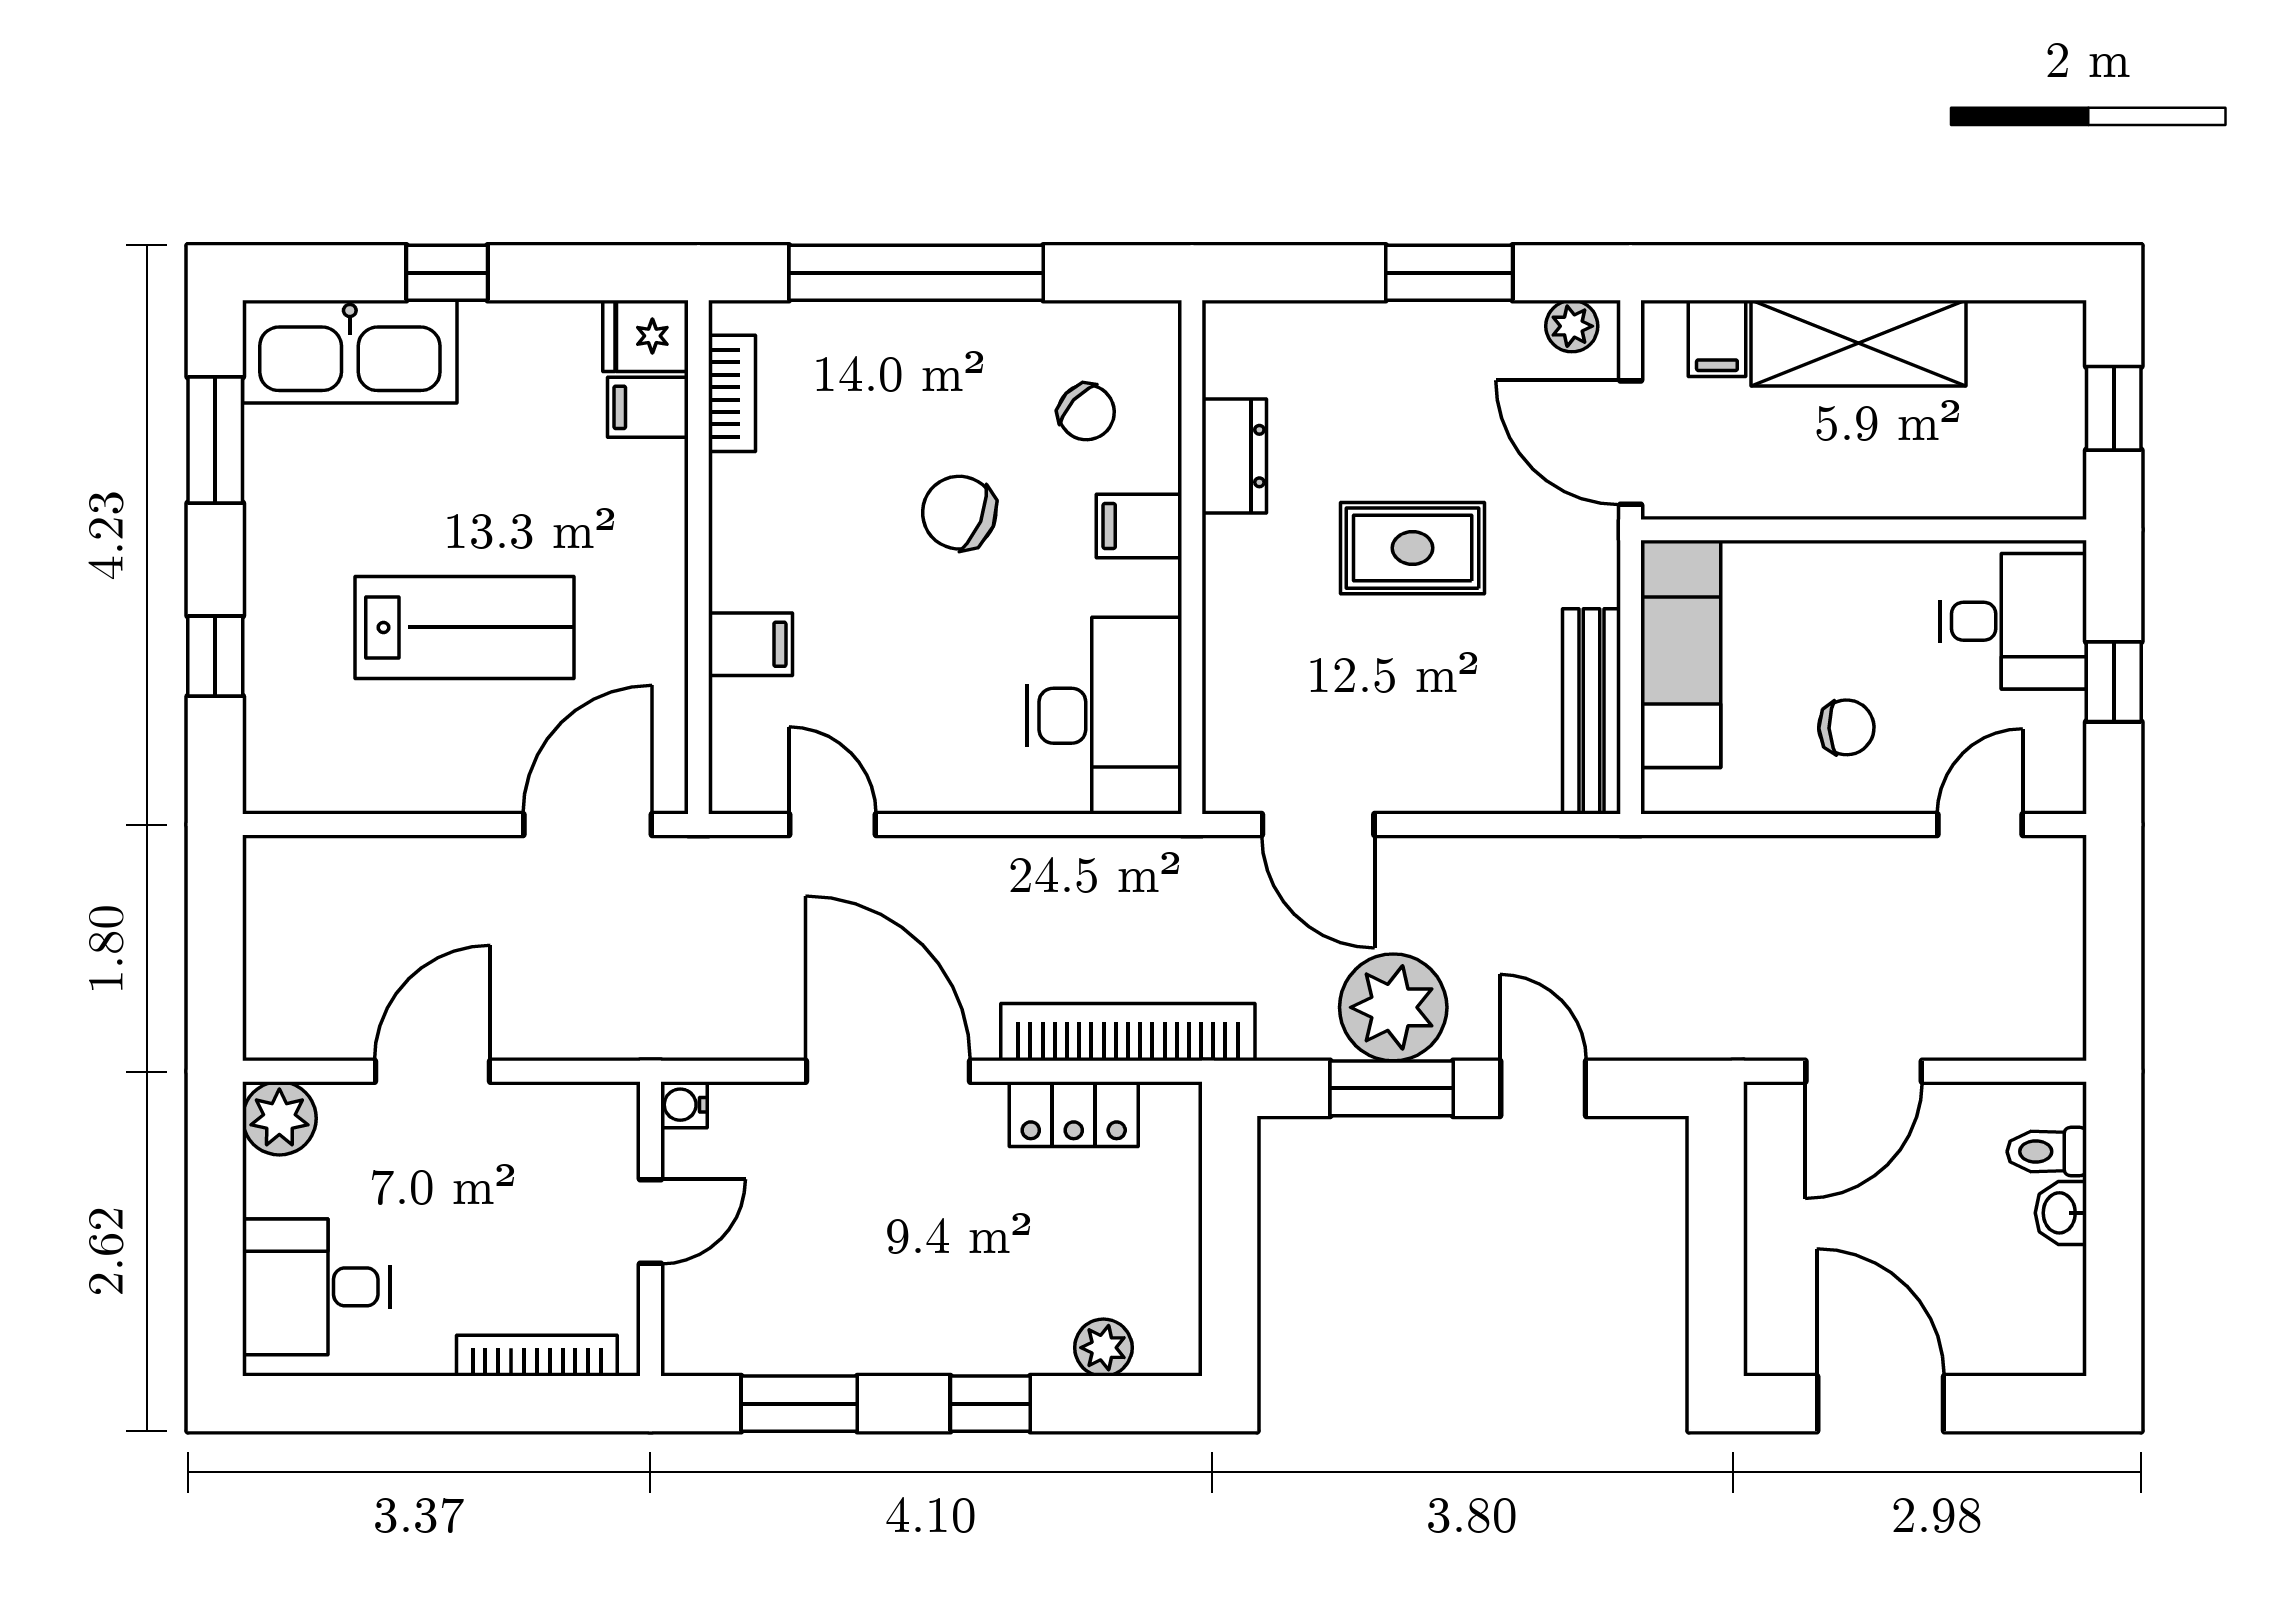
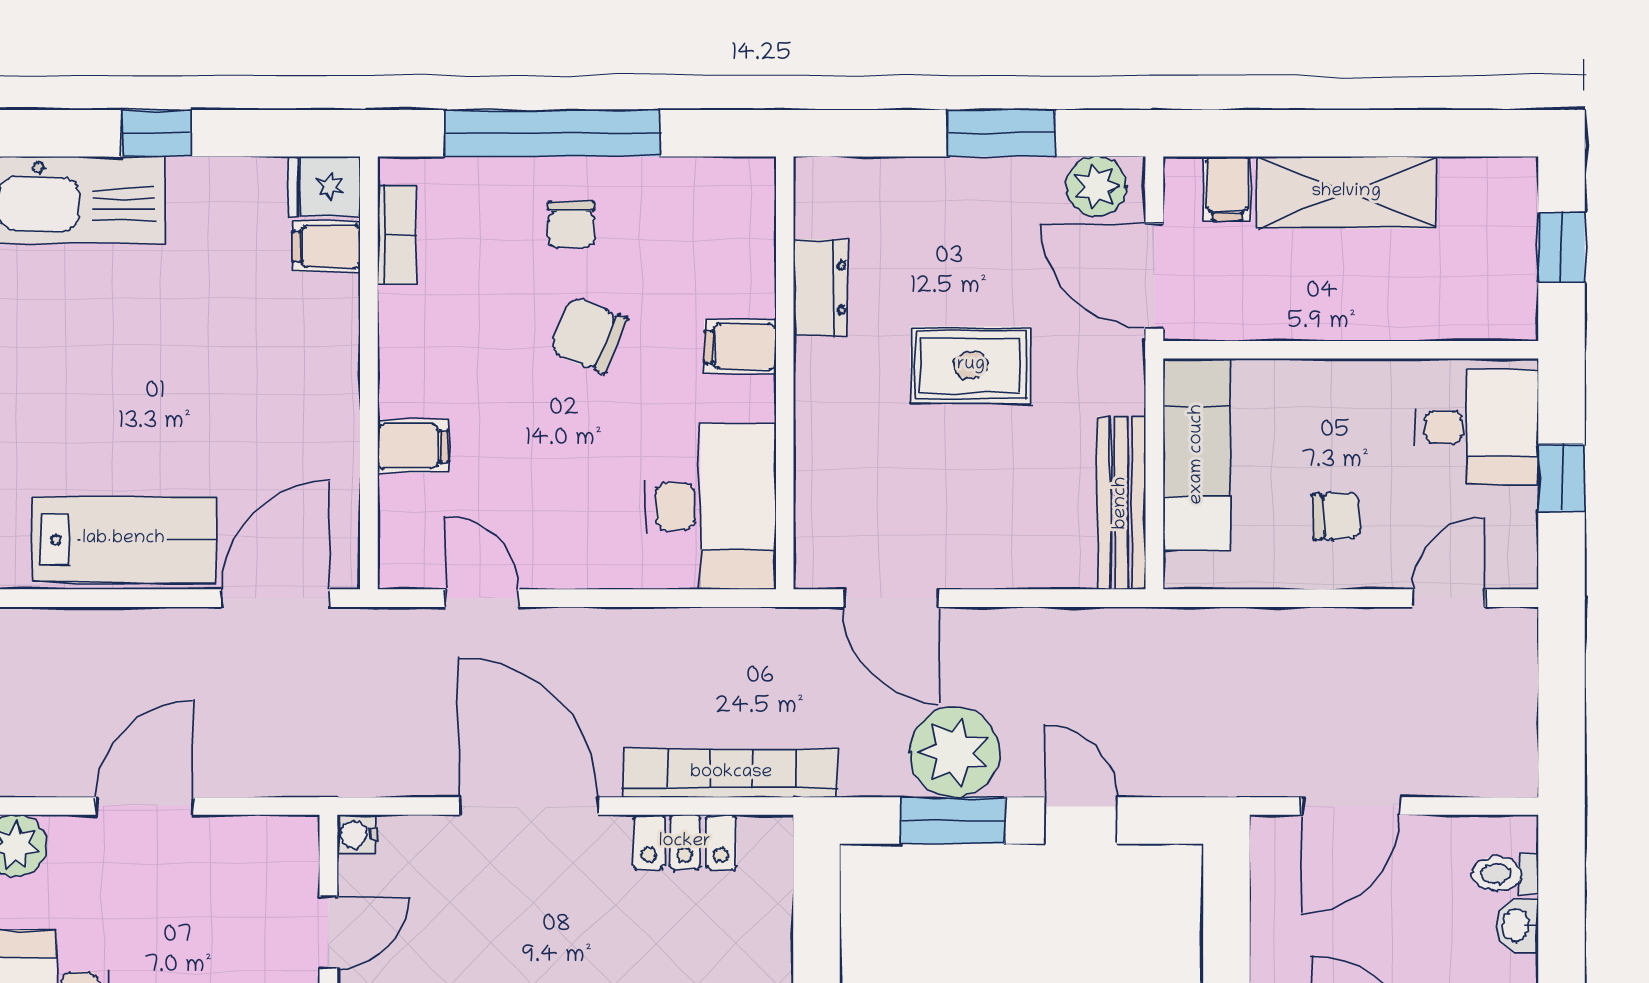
plant: (1572, 326) -> (1097, 186), width x1.38, depth x1.38
chair: (1086, 412) -> (571, 225), moved, turned 47
lab bench: (464, 627) -> (124, 539), moved

